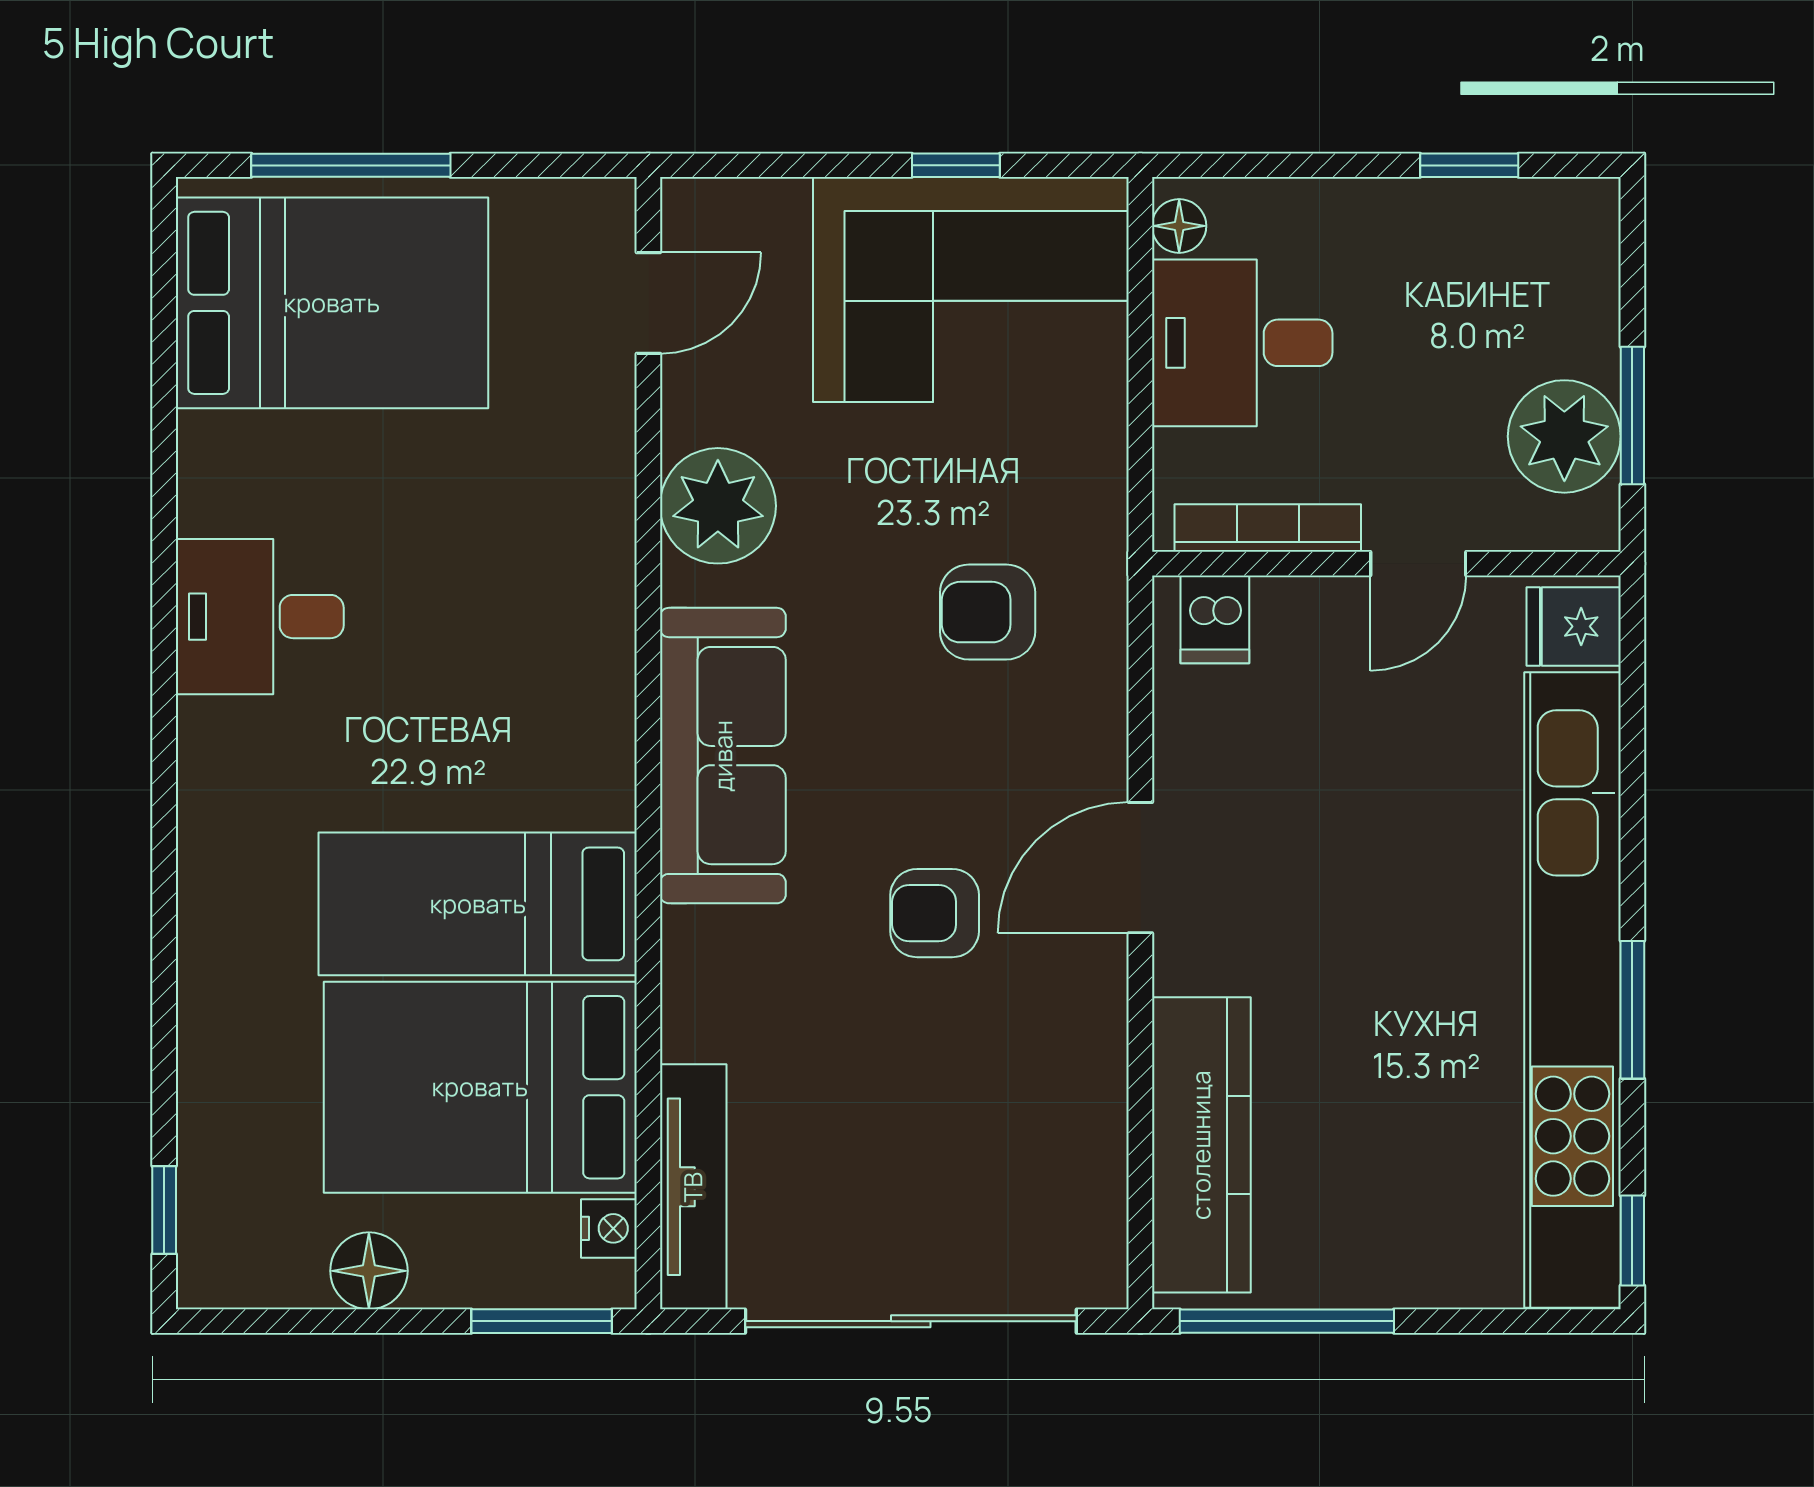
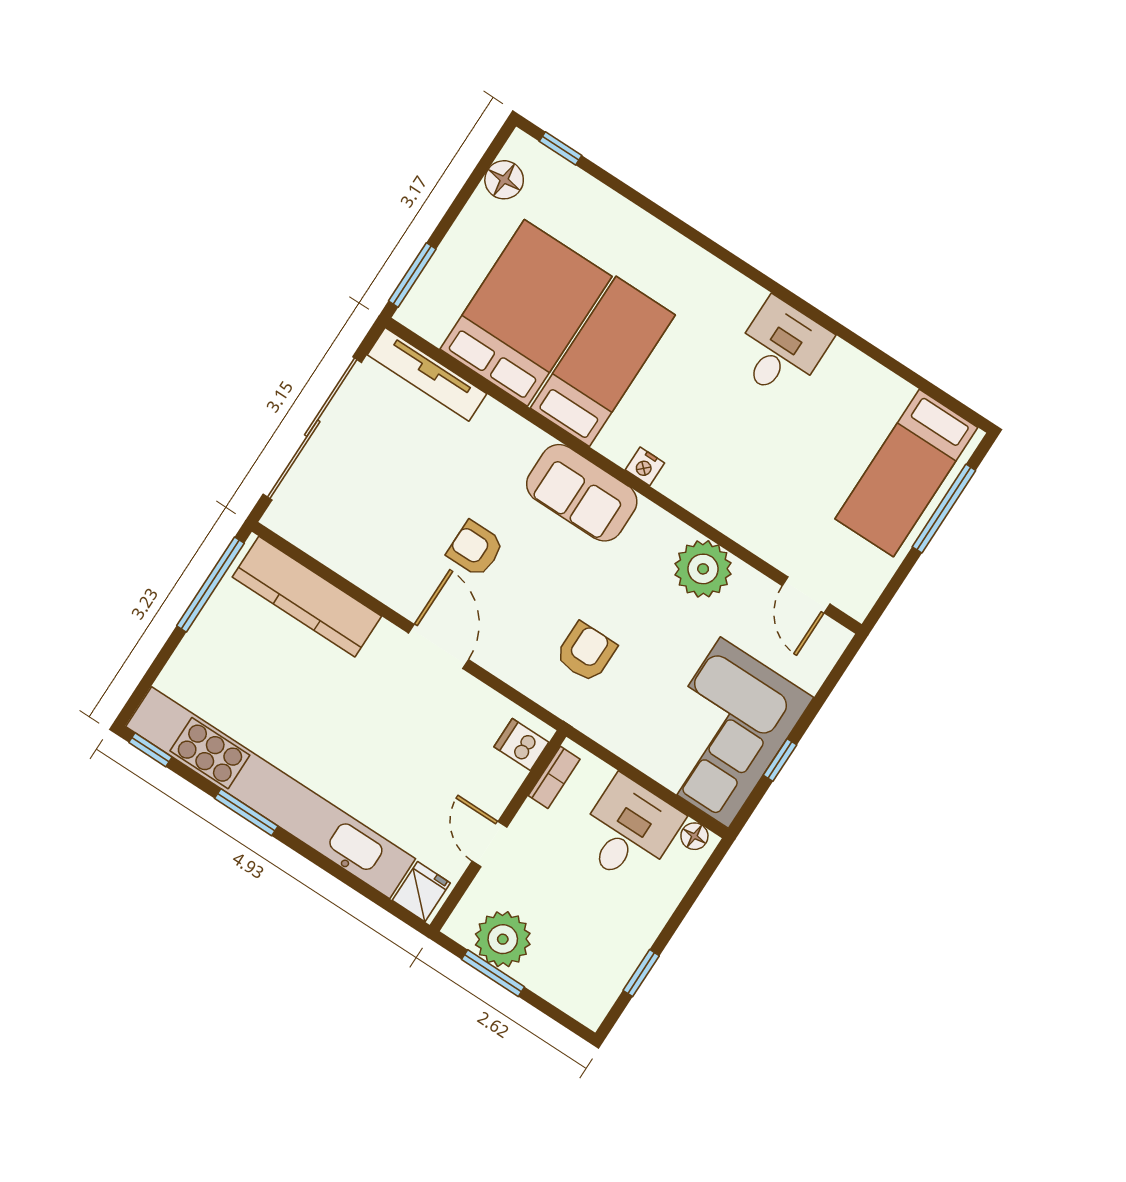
bed: (332, 303) -> (906, 473), width x0.67
bookcase: (1268, 528) -> (554, 777), width x0.64
sofa: (723, 756) -> (582, 493), width x0.73
armchair: (935, 913) -> (475, 549), turned -90
nightstand: (609, 1228) -> (645, 466), moved
floor lamp: (369, 1271) -> (504, 180), moved

